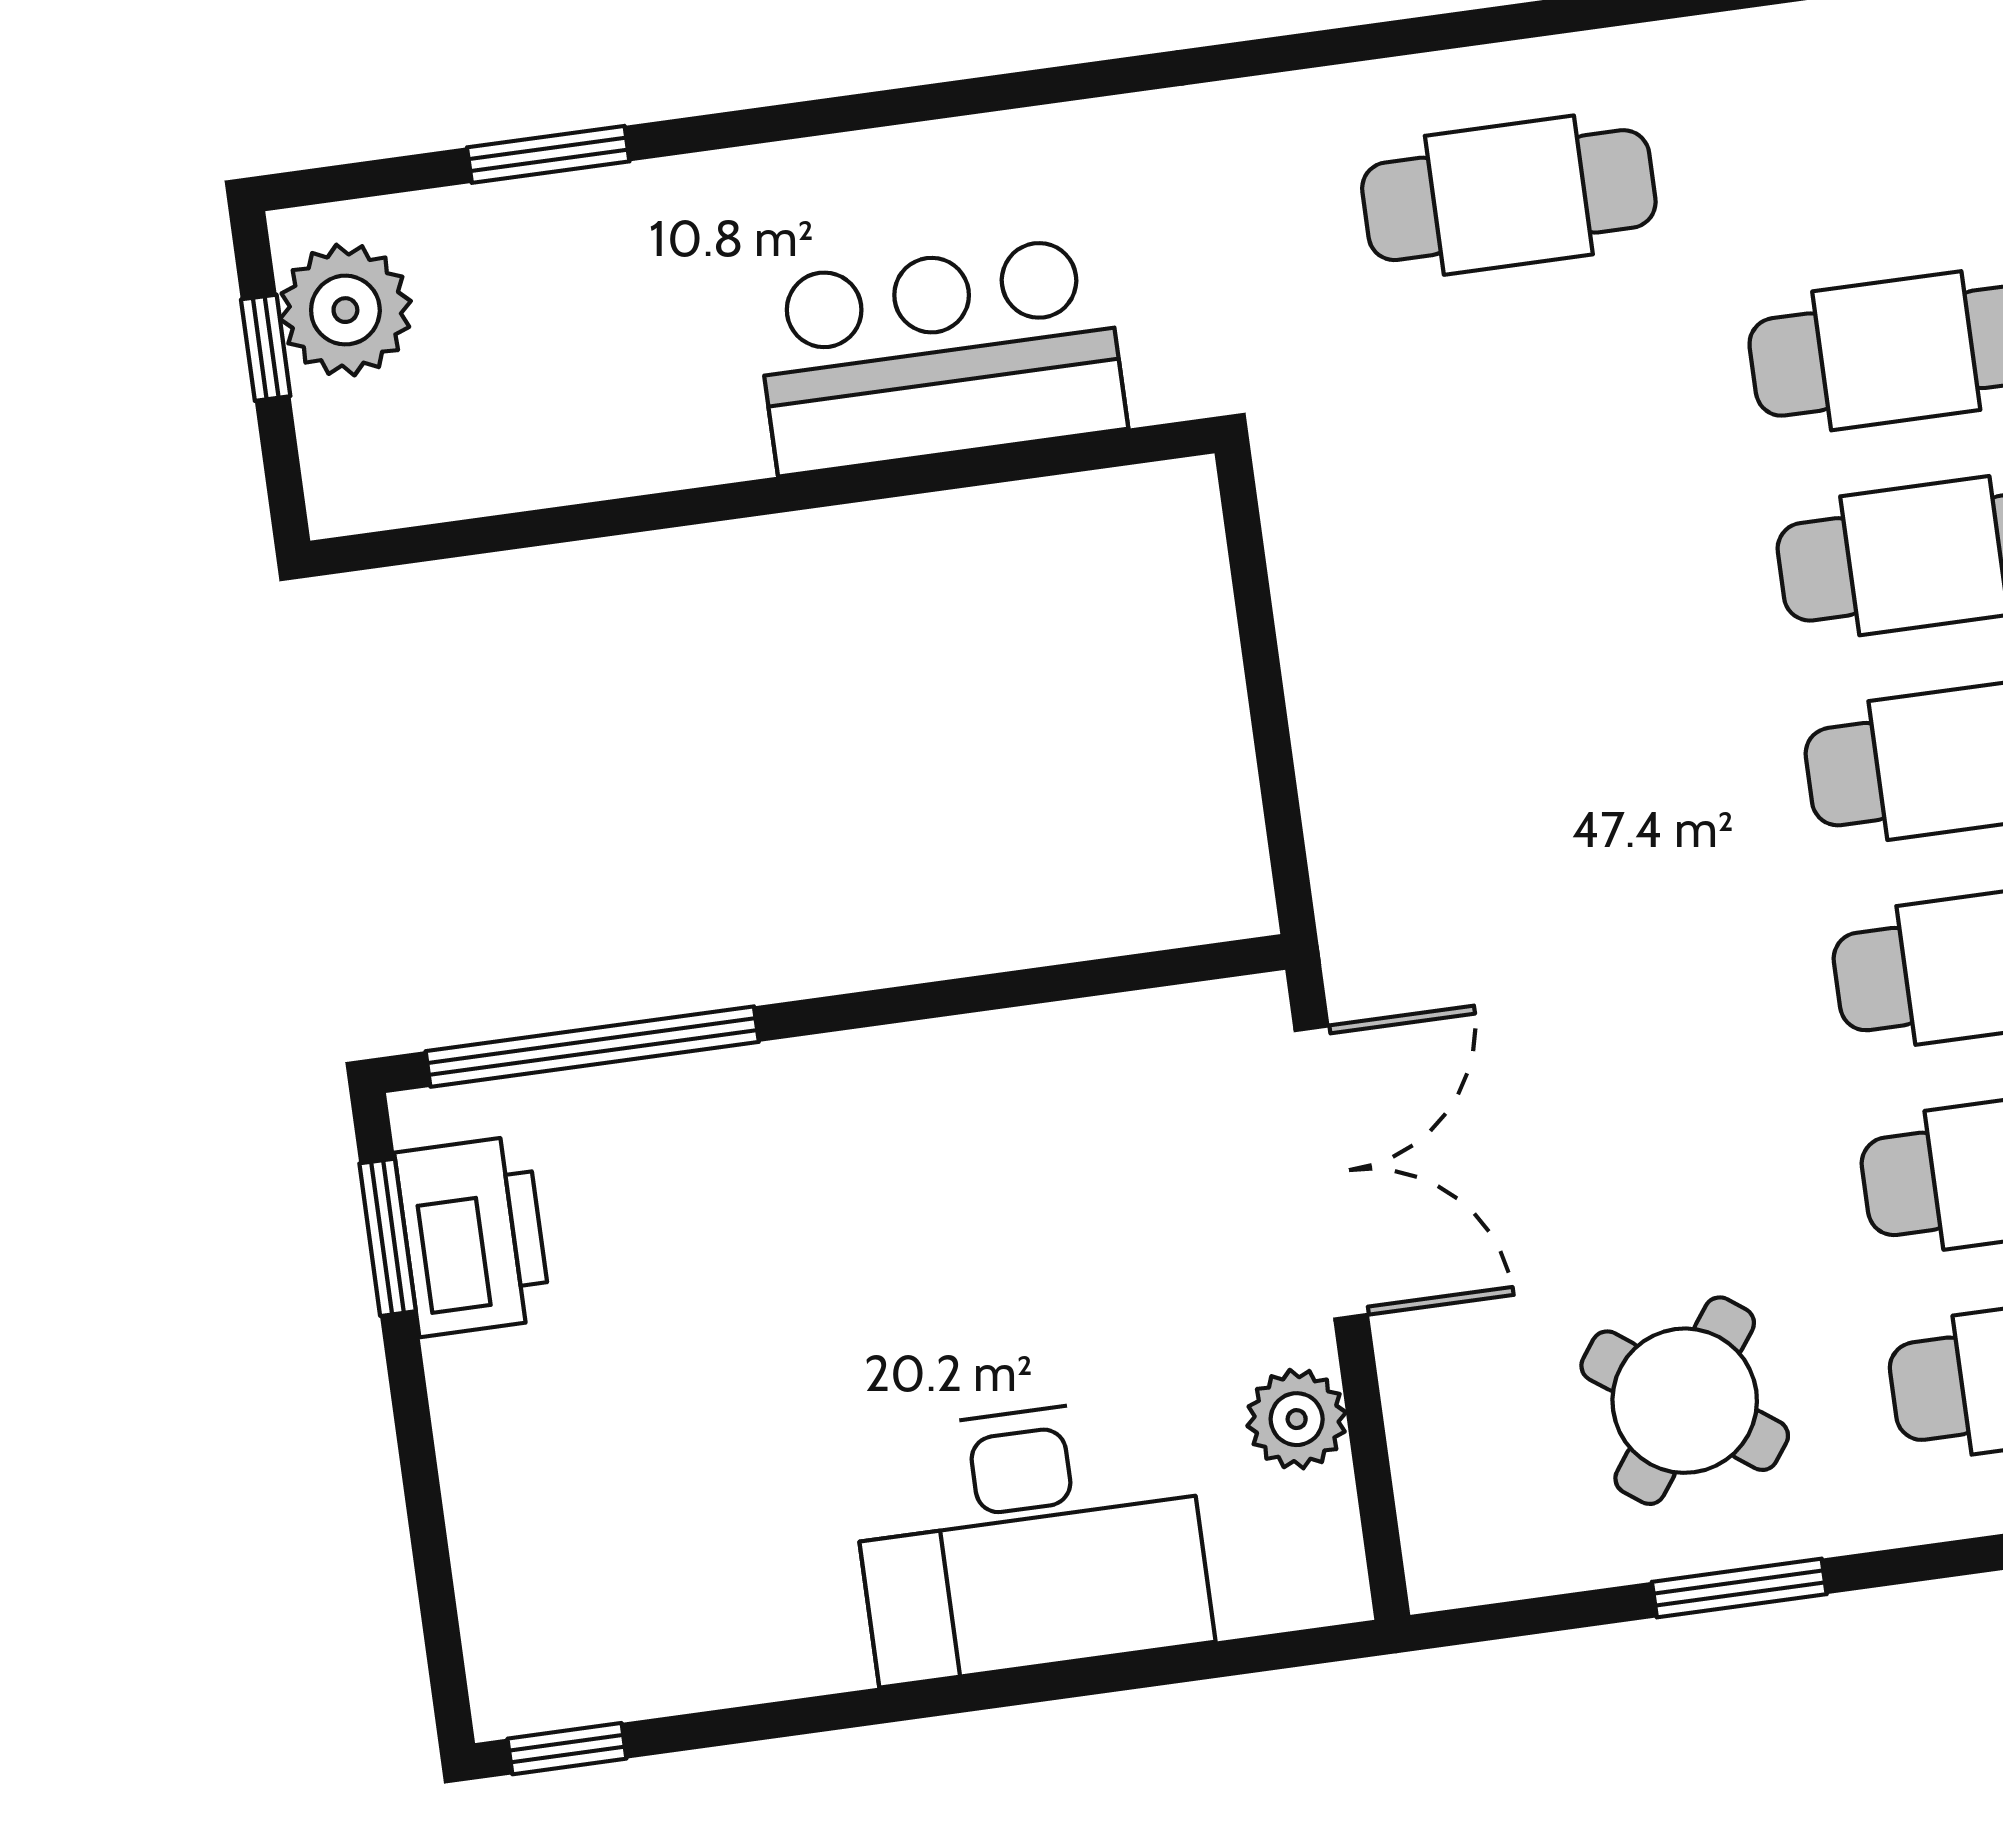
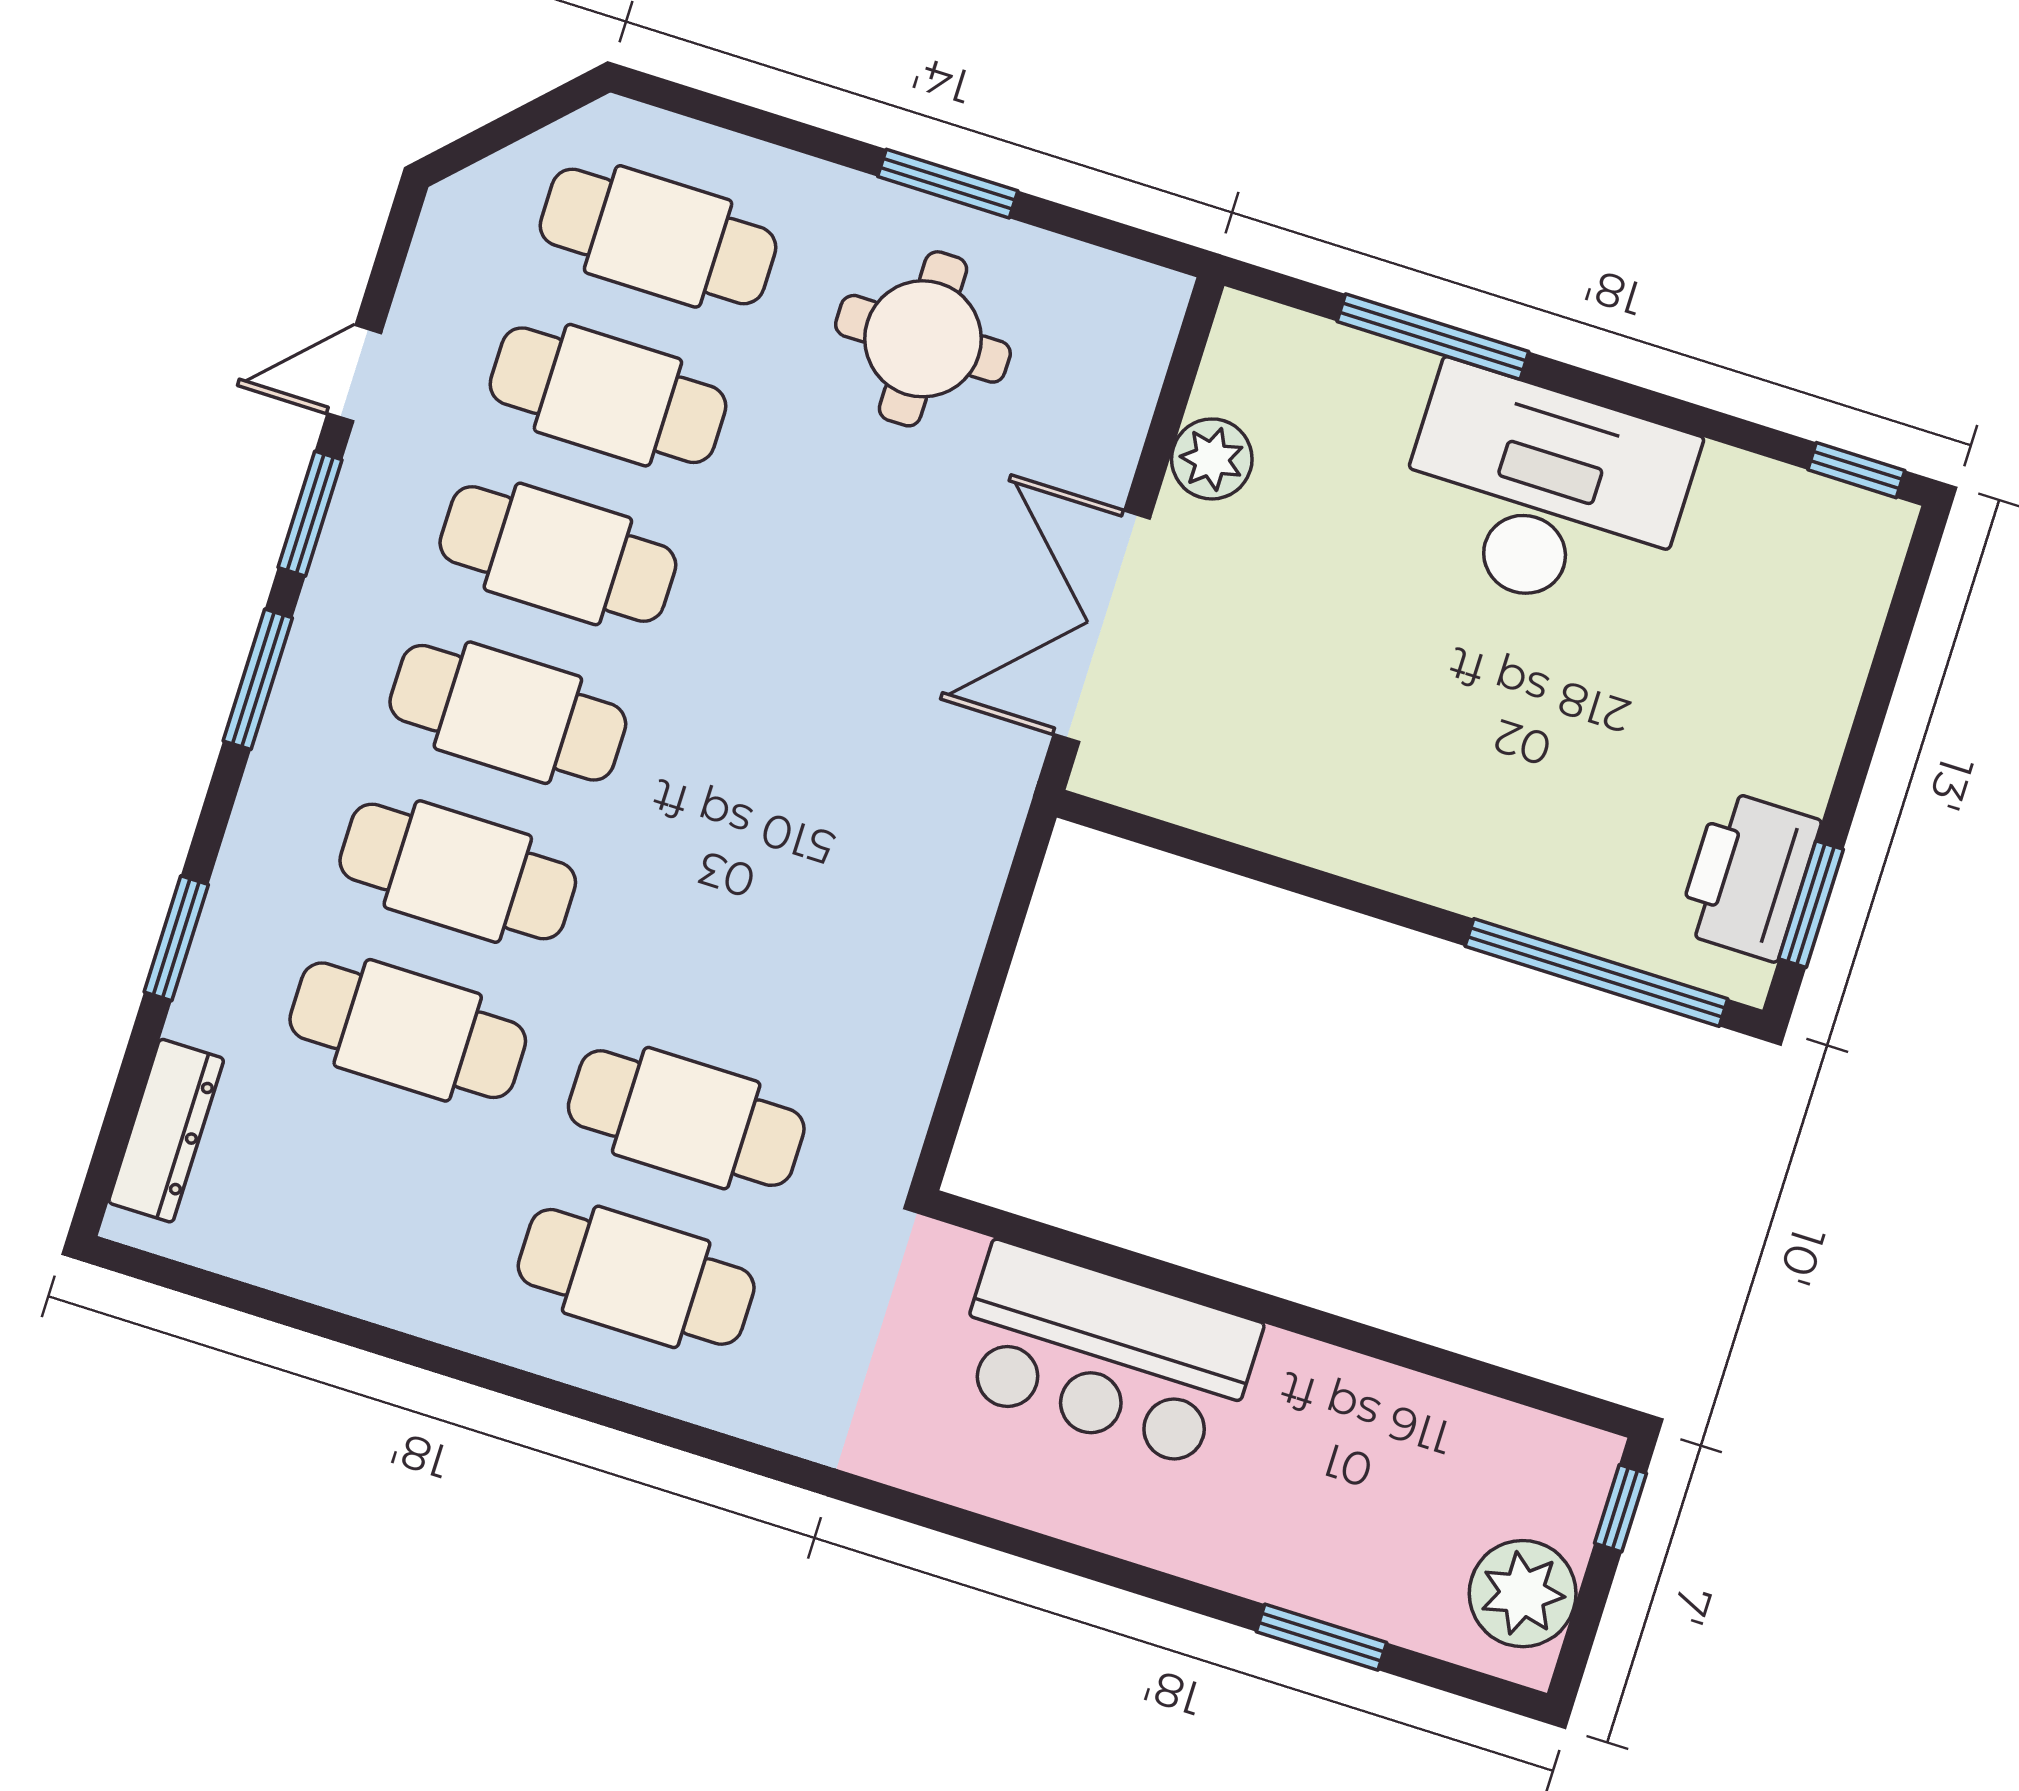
window: (266, 348) -> (1621, 1508), moved
cafe table: (1537, 400) -> (686, 1118), added
round table: (1685, 1401) -> (923, 339), turned -36
desk: (1030, 1539) -> (1544, 494), moved
window: (1113, 1674) -> (1433, 337), added

